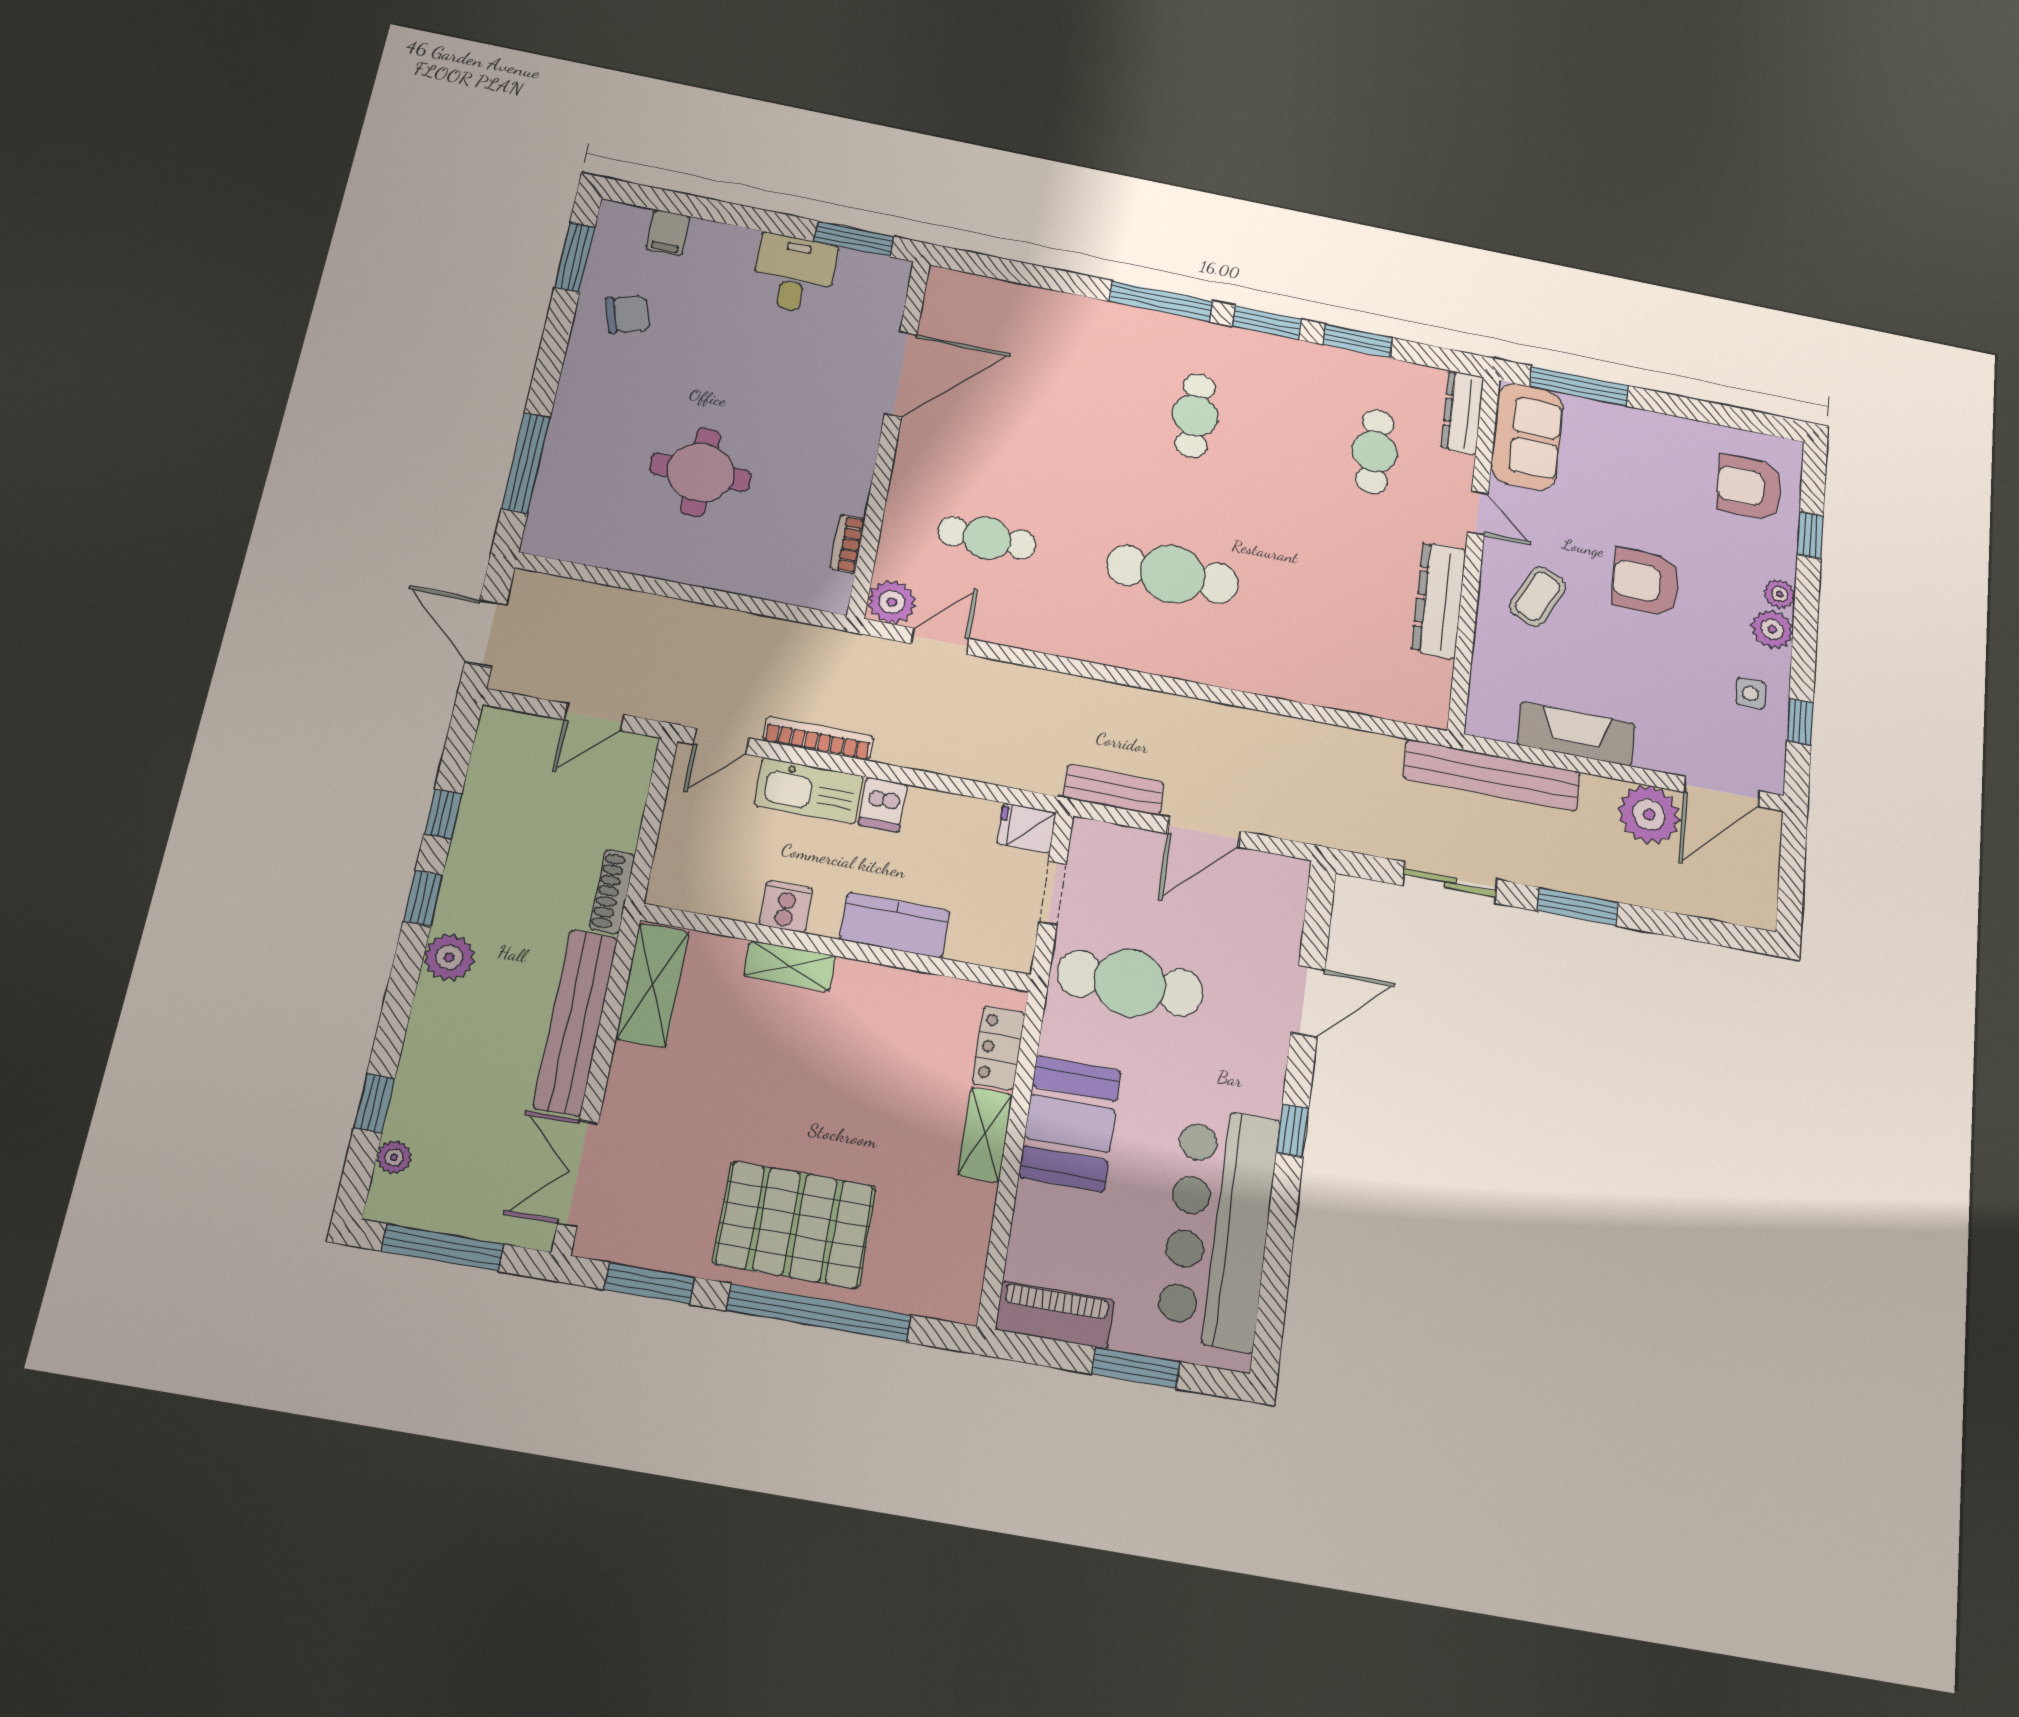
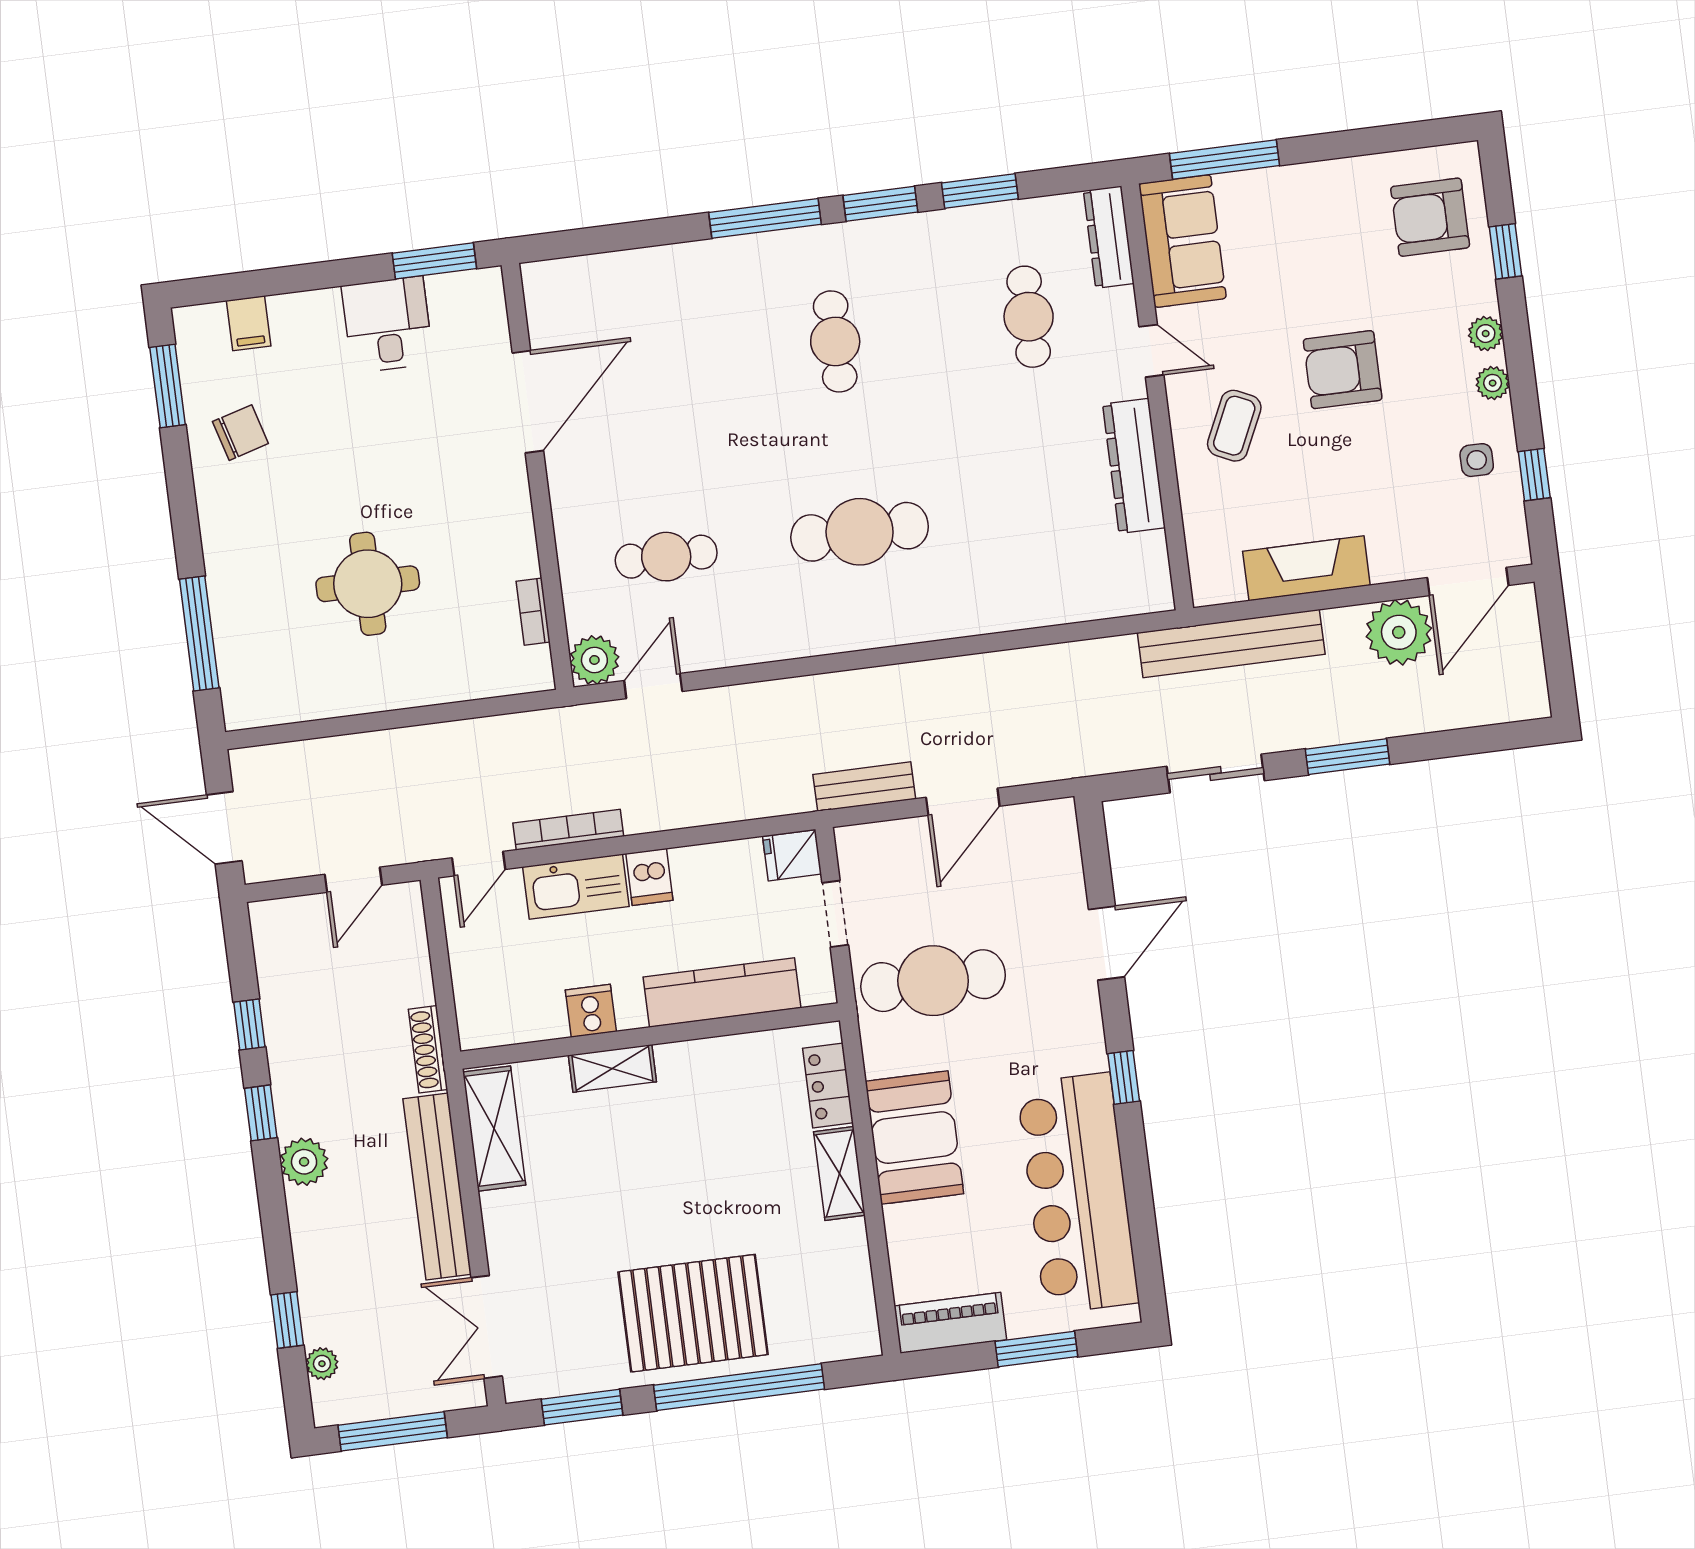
plant: (1772, 629) -> (1493, 383), width x0.73, depth x0.73
kitchen counter: (895, 925) -> (722, 992), width x1.50

